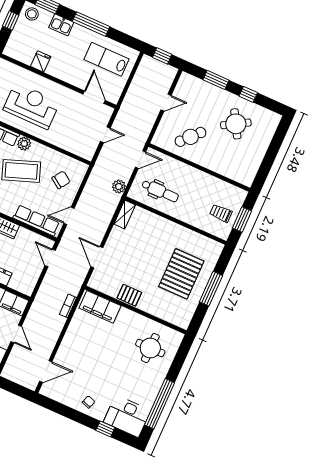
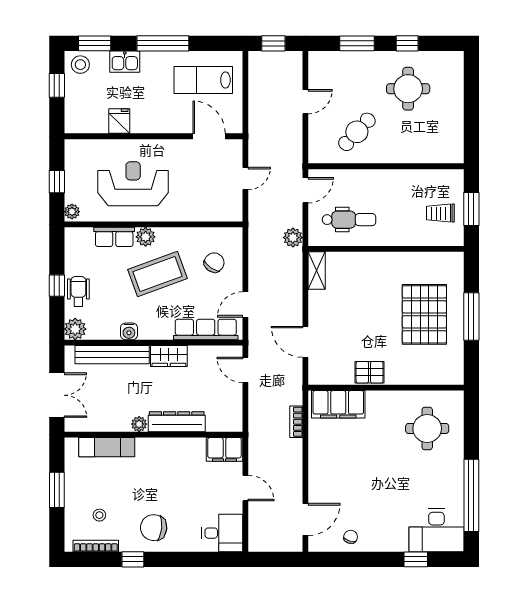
round table: (236, 124) -> (408, 89), turned 30
chair: (88, 402) -> (351, 537), moved

